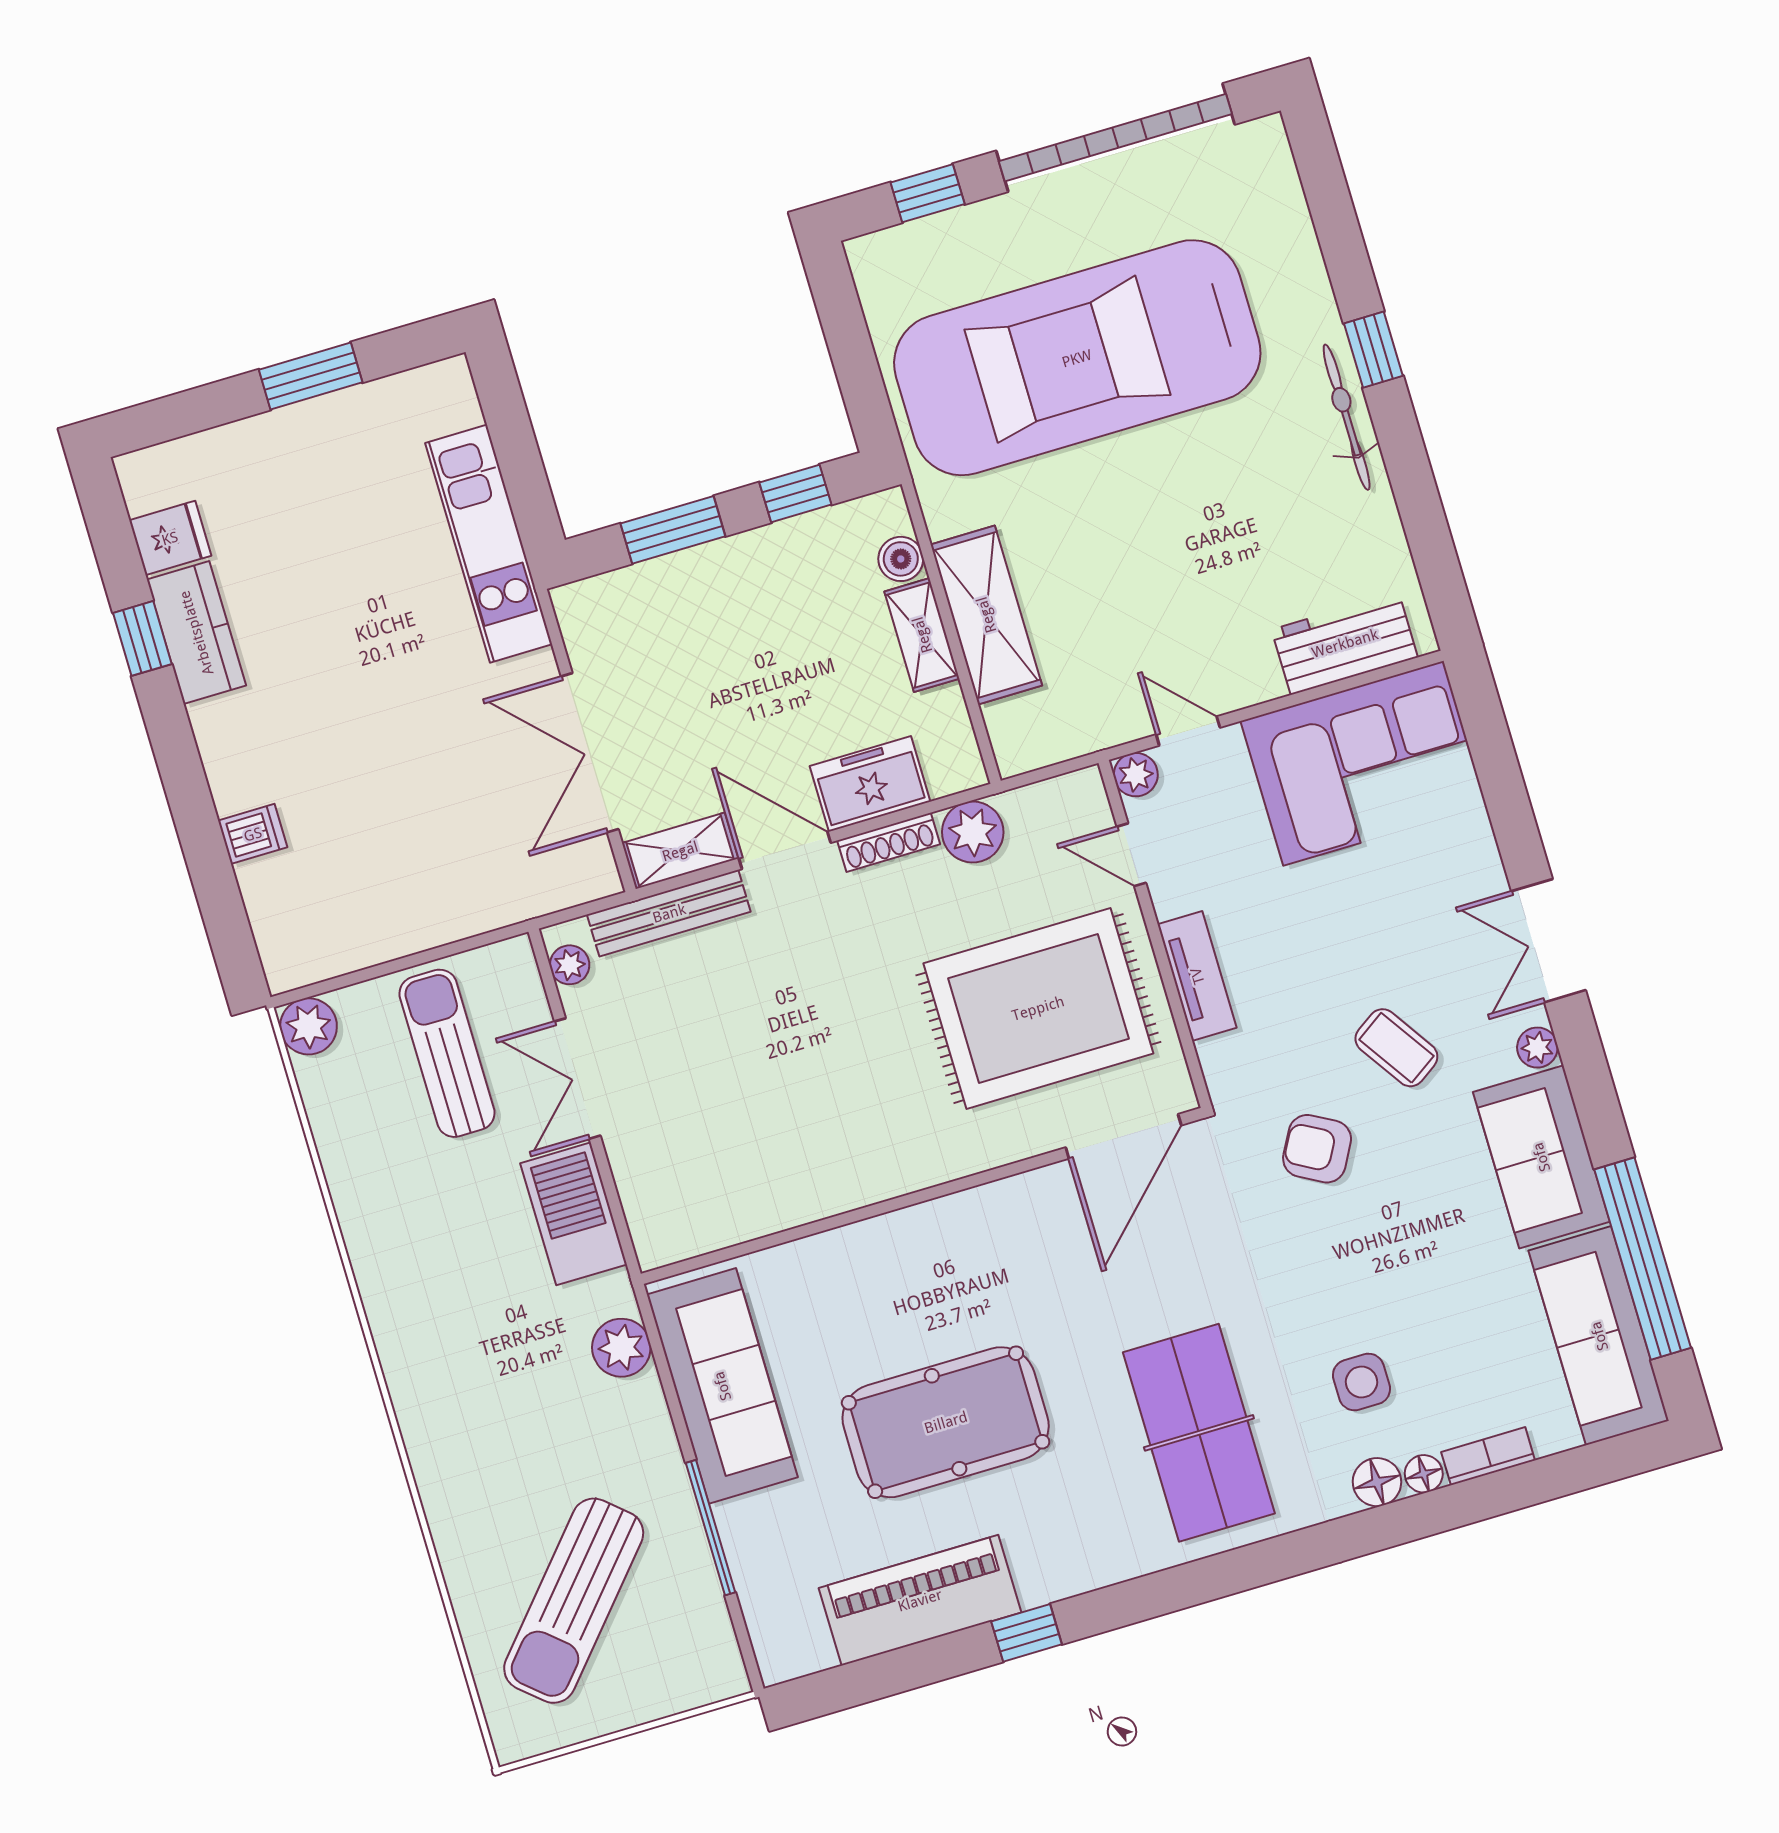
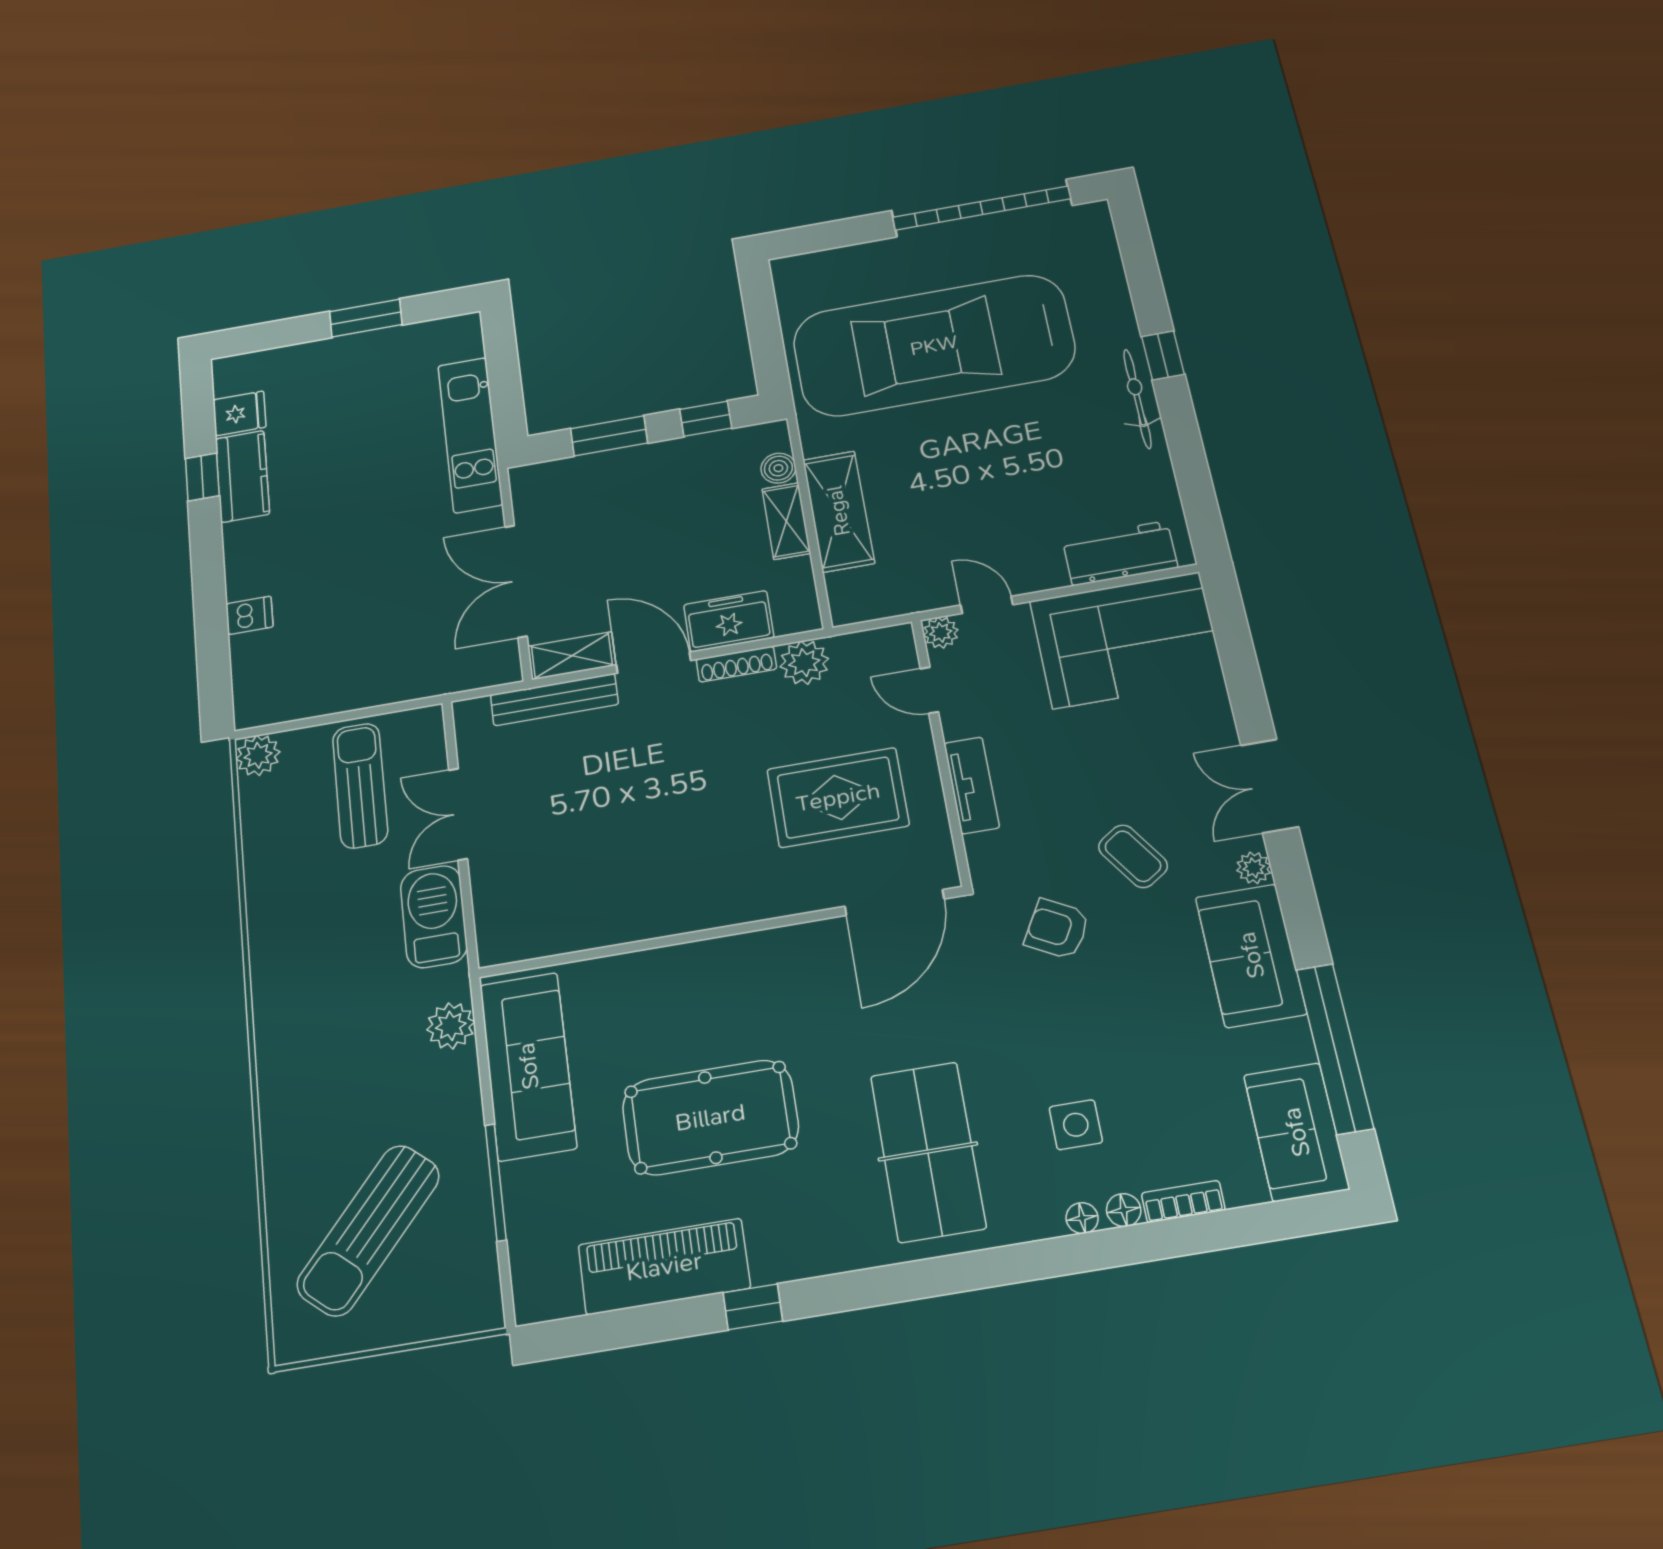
window: (928, 193) -> (837, 234), removed
plant: (570, 965) -> (469, 730), removed
rug: (1038, 1008) -> (838, 797), width x0.73, depth x0.69
sofa: (1599, 1336) -> (1296, 1132), width x0.73
floor lamp: (1377, 1482) -> (1082, 1218), width x0.73, depth x0.73

